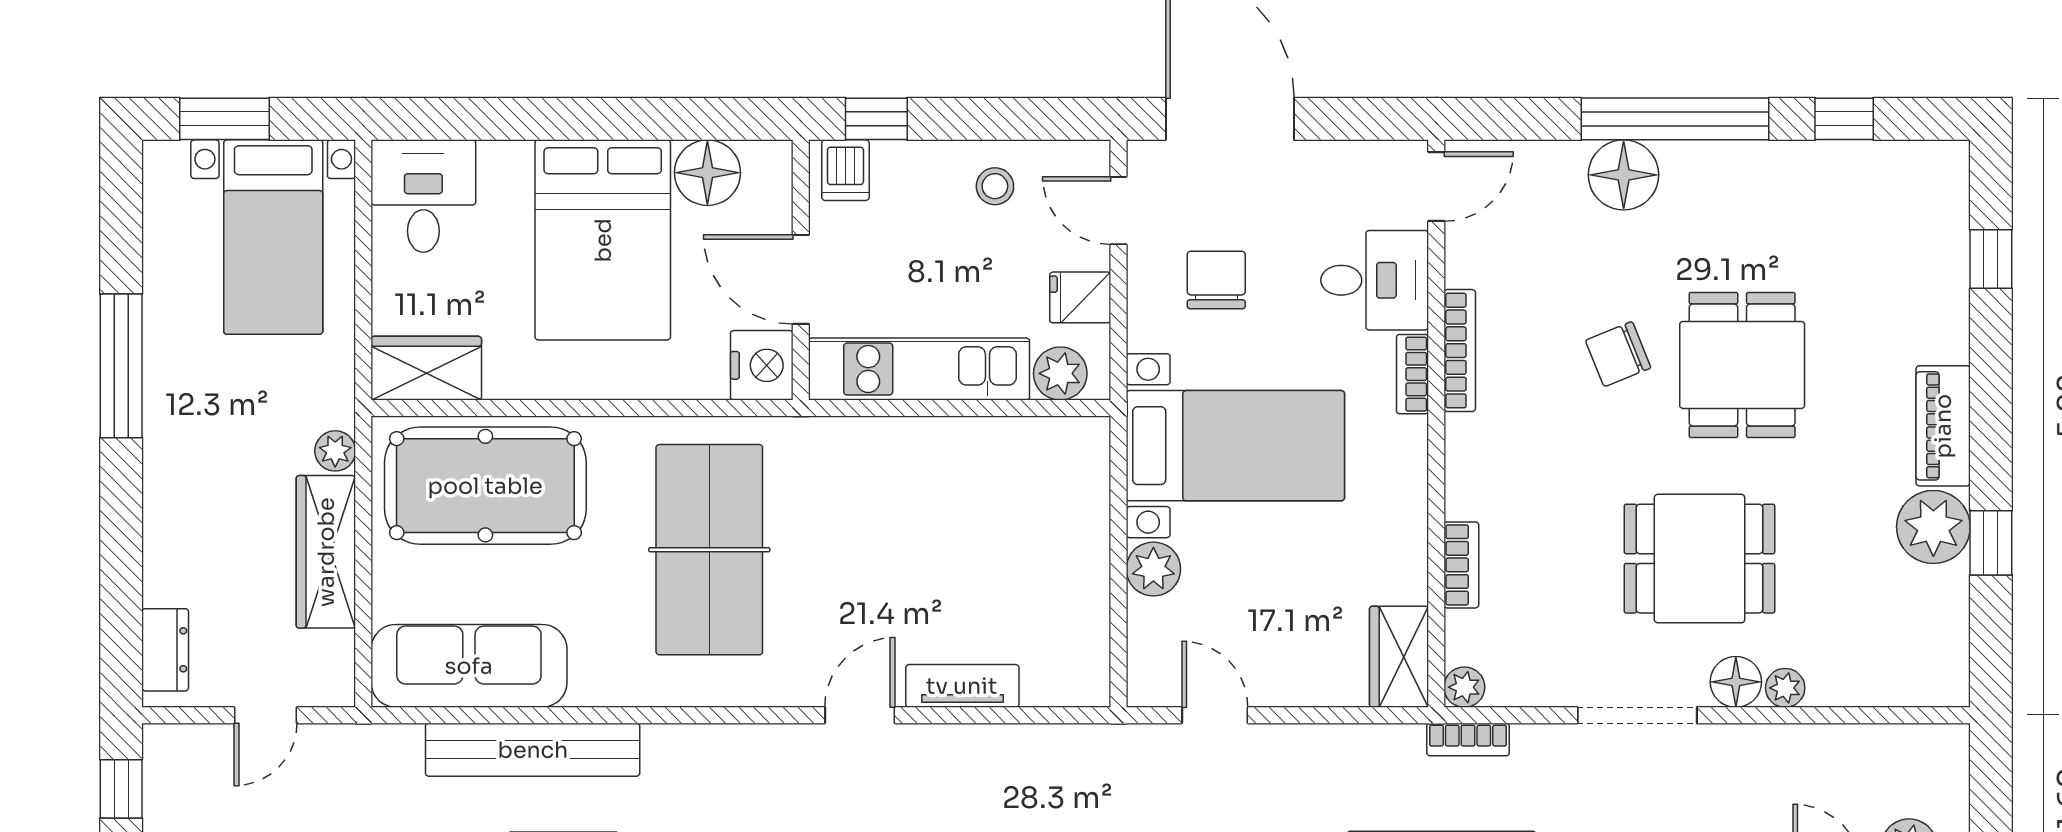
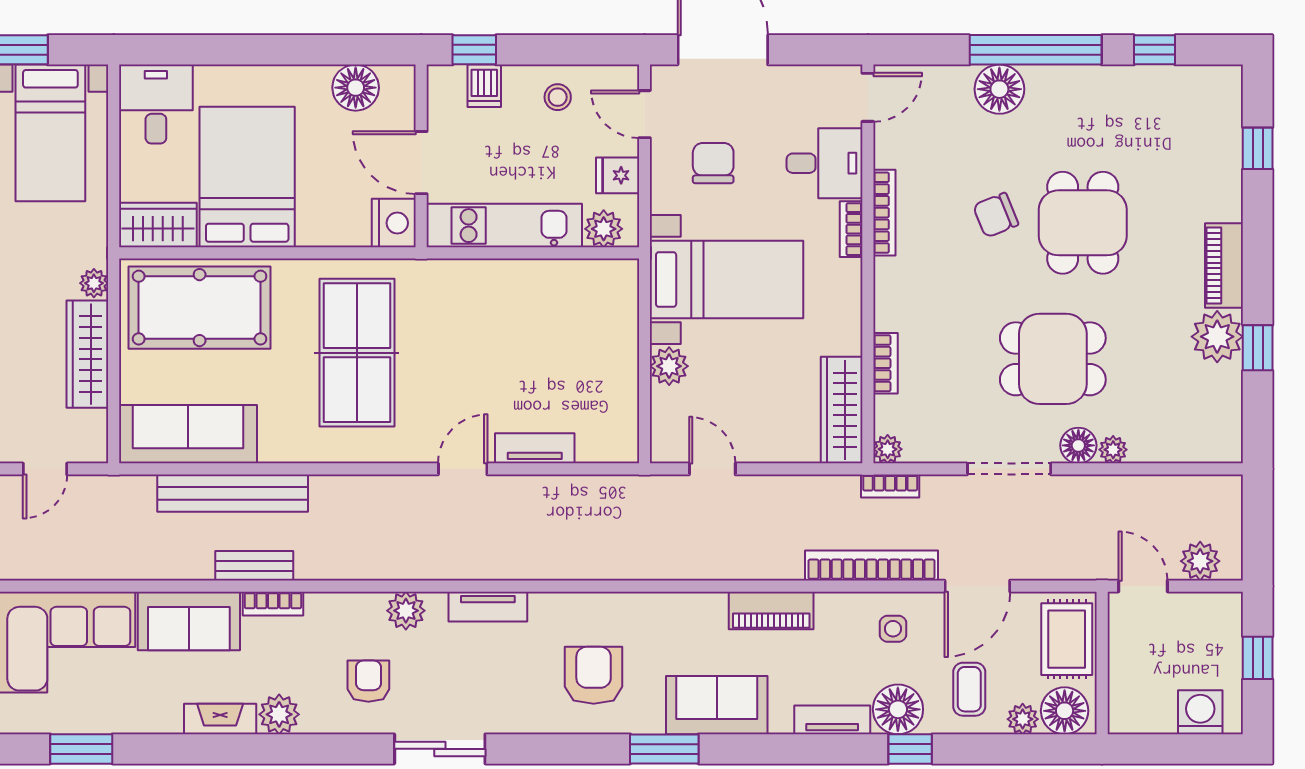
dishwasher: (845, 170) -> (484, 86), moved
bed: (603, 240) -> (247, 177), moved, turned 180
wardrobe: (1399, 657) -> (842, 410), width x1.50

